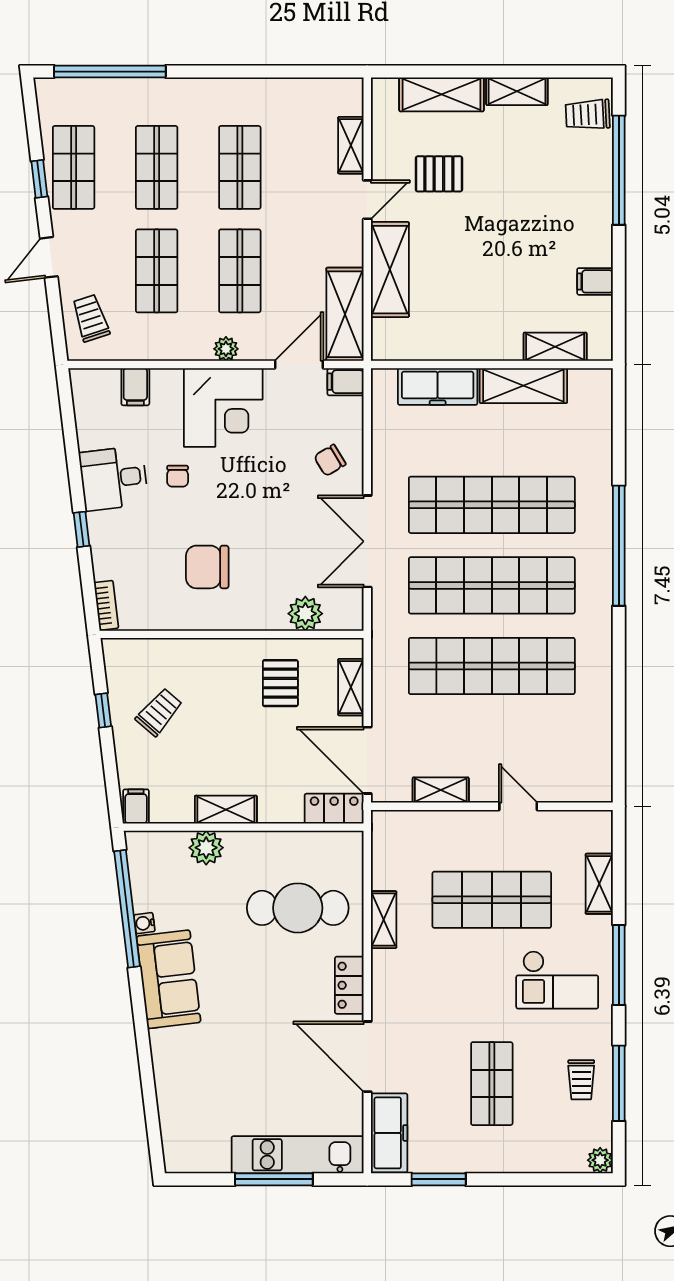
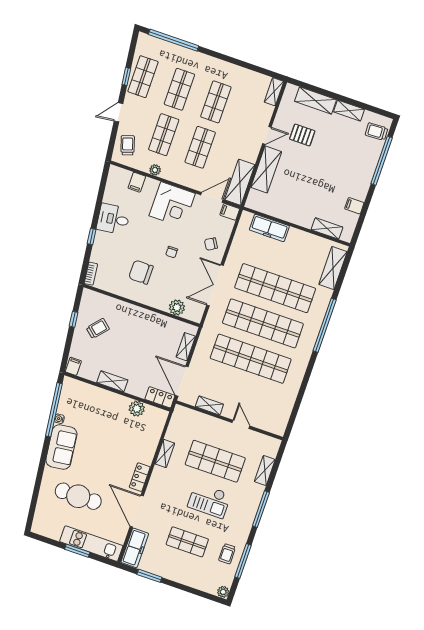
shelving: (351, 145) -> (274, 92), moved
plant: (226, 349) -> (155, 170), moved
shelving: (523, 386) -> (333, 268), moved, turned 90
chair: (178, 476) -> (172, 252), moved
pallet: (280, 683) -> (155, 334), removed
plant: (206, 848) -> (137, 409), moved
cafe table: (298, 908) -> (78, 496), moved
checkout: (557, 980) -> (209, 500), moved
shop shelf: (492, 1084) -> (187, 542), turned 90
window: (274, 1179) -> (77, 551), width x0.69

